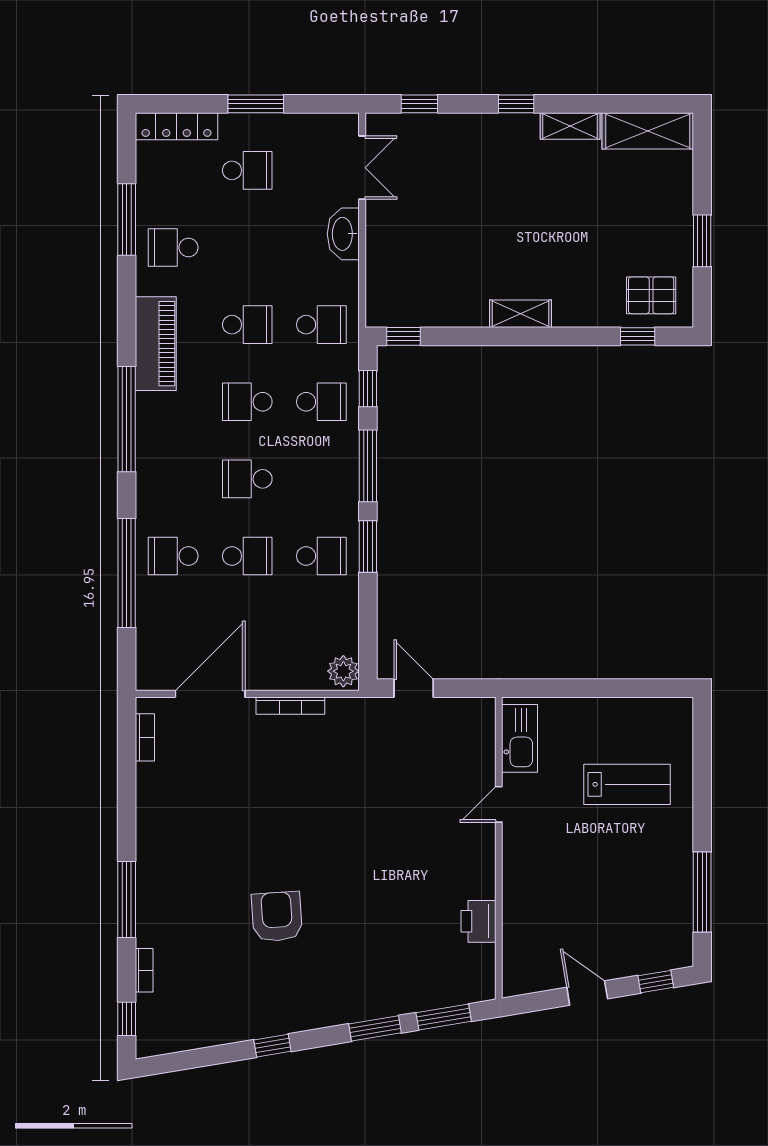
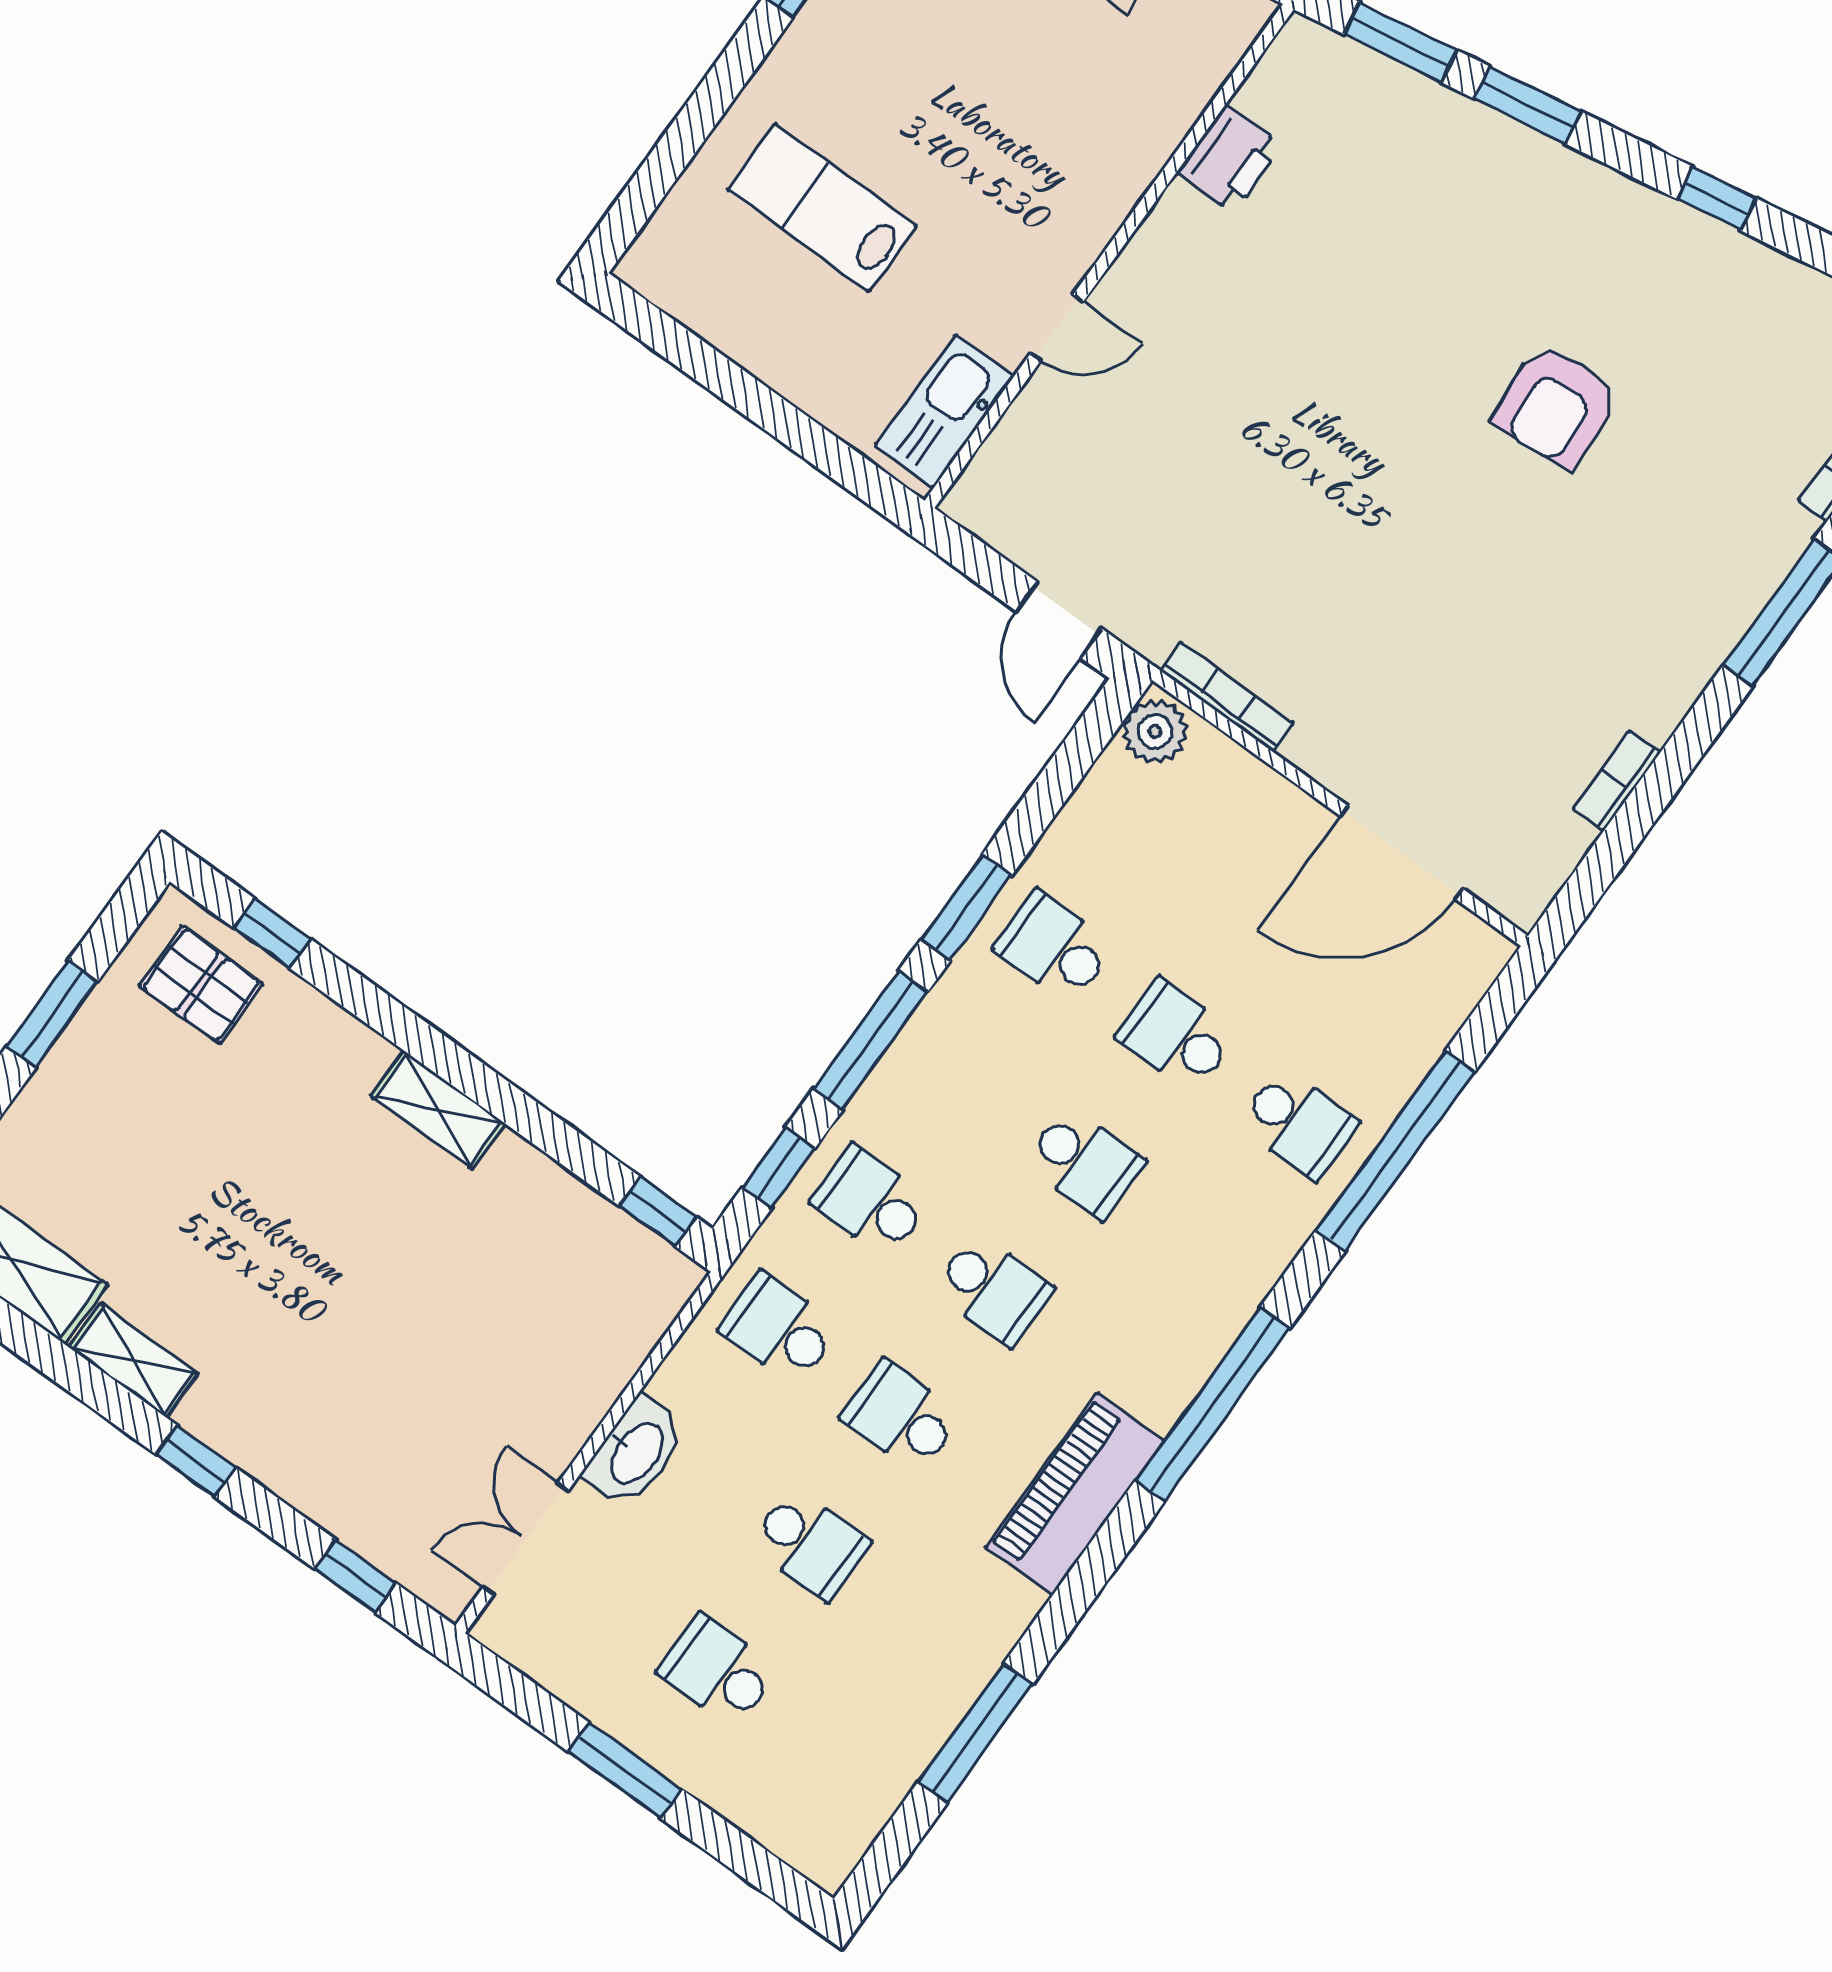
locker: (177, 126) -> (782, 1828), removed
school desk: (173, 248) -> (810, 1544), moved
bookcase: (290, 706) -> (1227, 697), moved
bookcase: (145, 737) -> (1616, 781), moved

